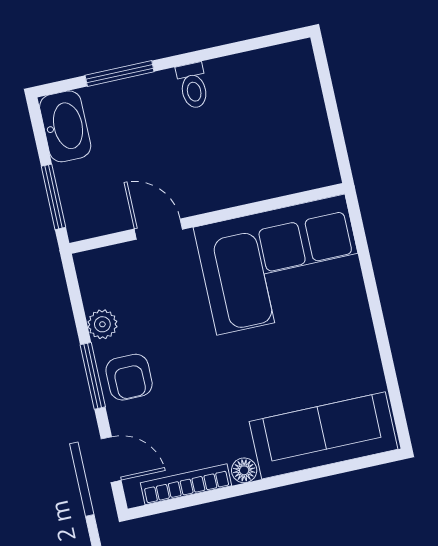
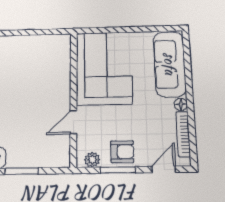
wall: (207, 218) -> (74, 98), moved
door: (158, 229) -> (73, 122), moved
corner sofa: (281, 265) -> (104, 68), moved

